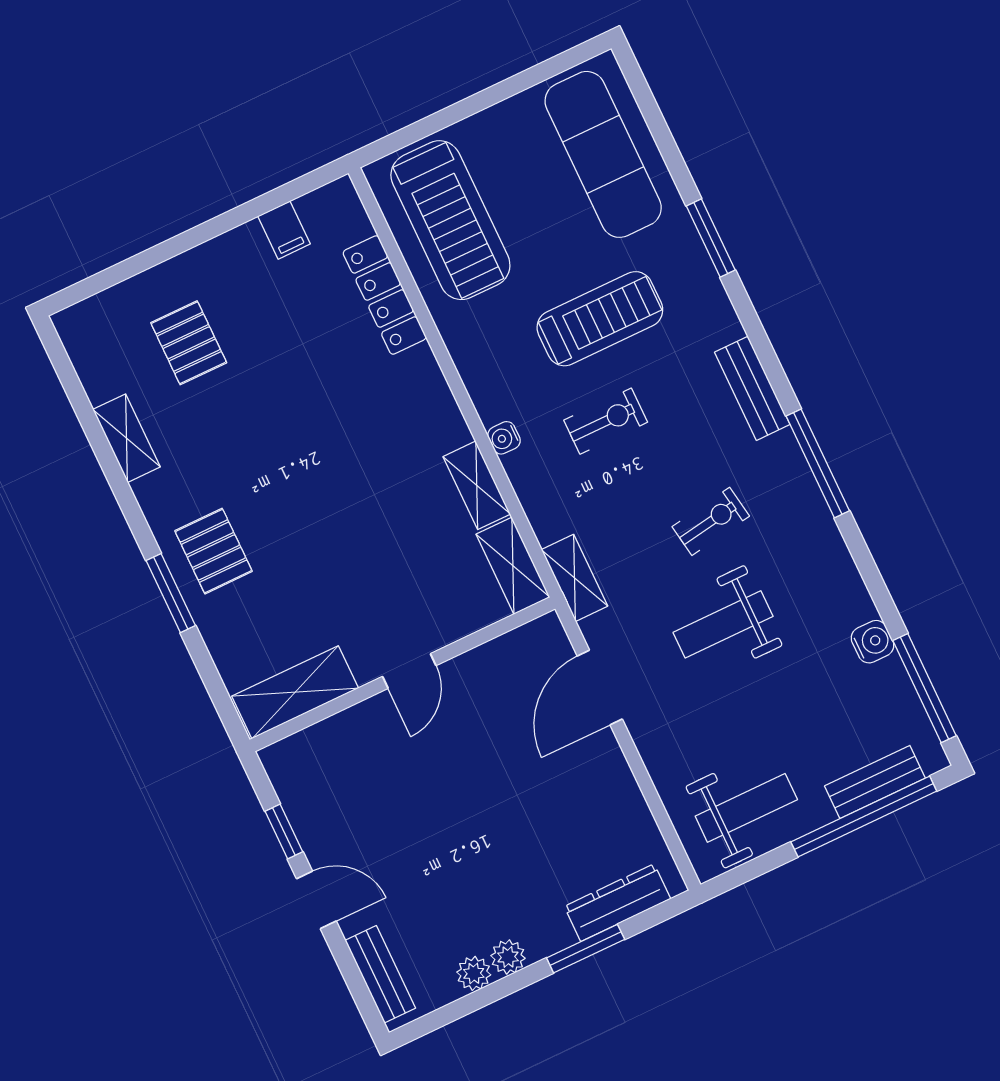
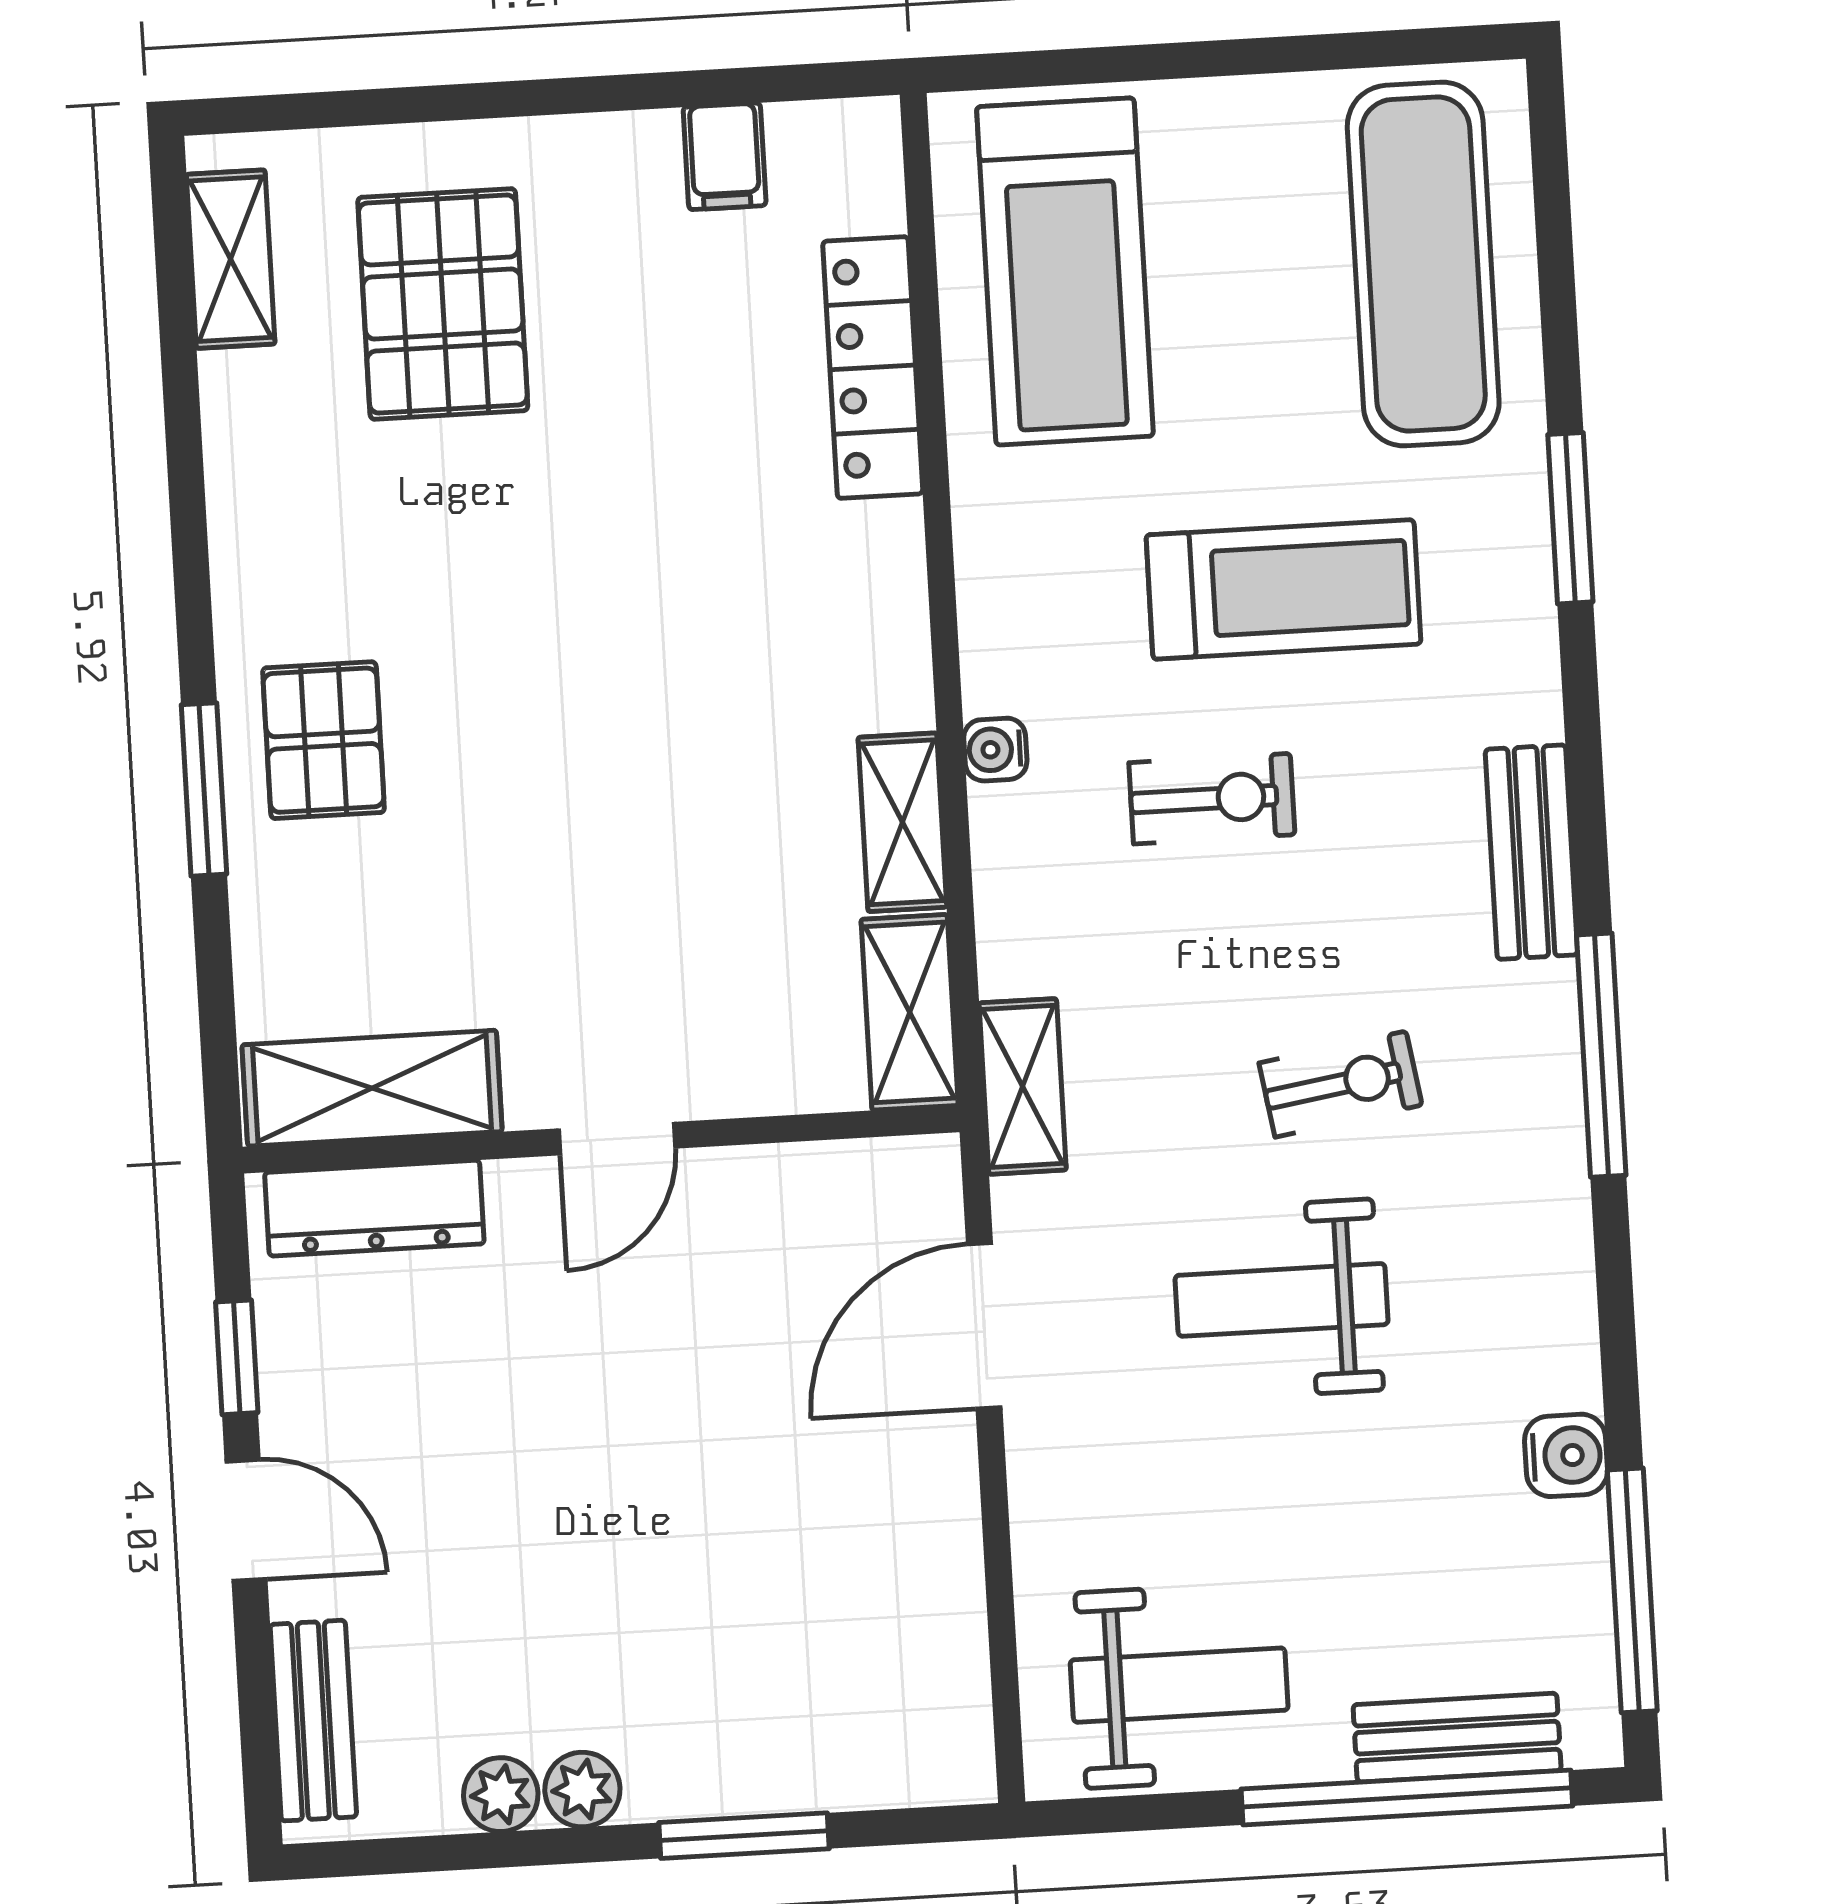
pallet: (189, 343) -> (443, 304), width x1.50, depth x1.42
shelving: (127, 438) -> (231, 259), moved
dresser: (617, 903) -> (374, 1208), moved, turned 180

